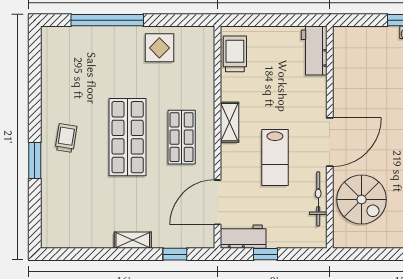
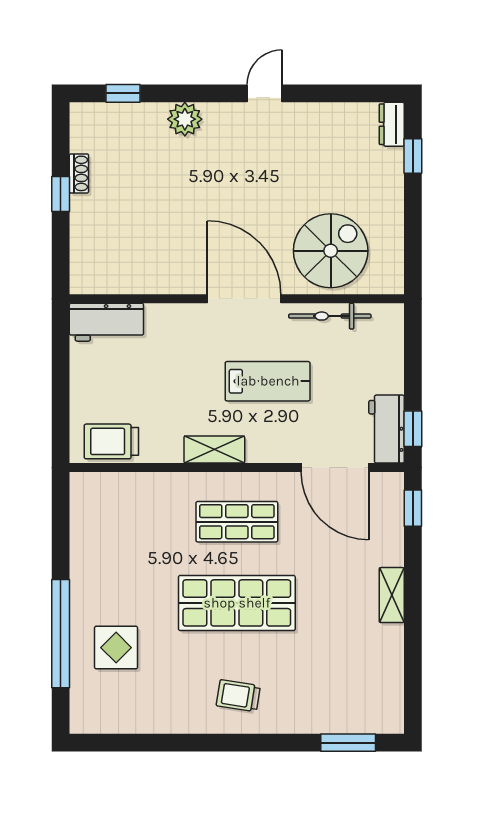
display table: (159, 48) -> (116, 648), moved
window: (35, 160) -> (348, 743), moved
window: (175, 254) -> (413, 508), moved
window: (265, 254) -> (413, 429), moved

